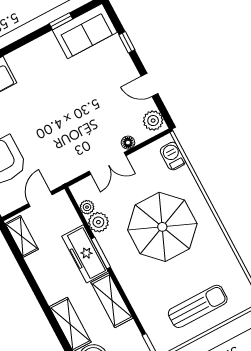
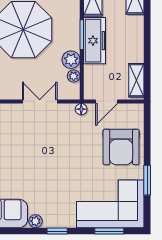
window: (61, 21) -> (57, 231), moved
plant: (48, 41) -> (35, 221), added
floor lamp: (128, 143) -> (81, 109), moved

